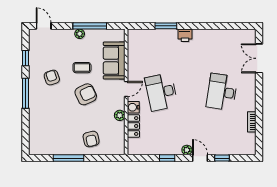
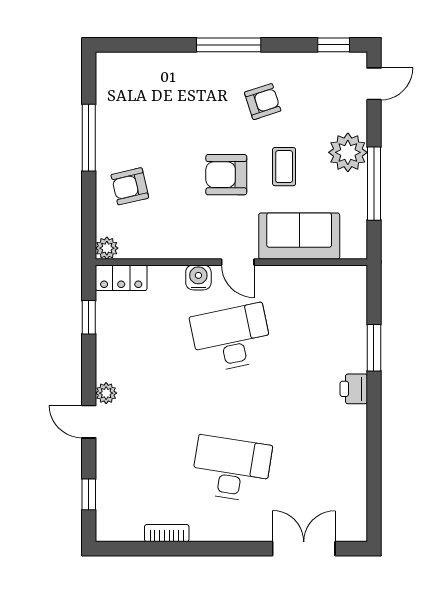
plant: (80, 34) -> (348, 152), width x1.87, depth x1.87
window: (26, 58) -> (334, 45), moved
armchair: (86, 94) -> (226, 175), turned 115
plant: (120, 115) -> (107, 248), moved
locker: (133, 126) -> (121, 278), moved
window: (167, 158) -> (89, 317), moved
door: (200, 158) -> (89, 422), swing flipped
window: (222, 158) -> (89, 494), moved

